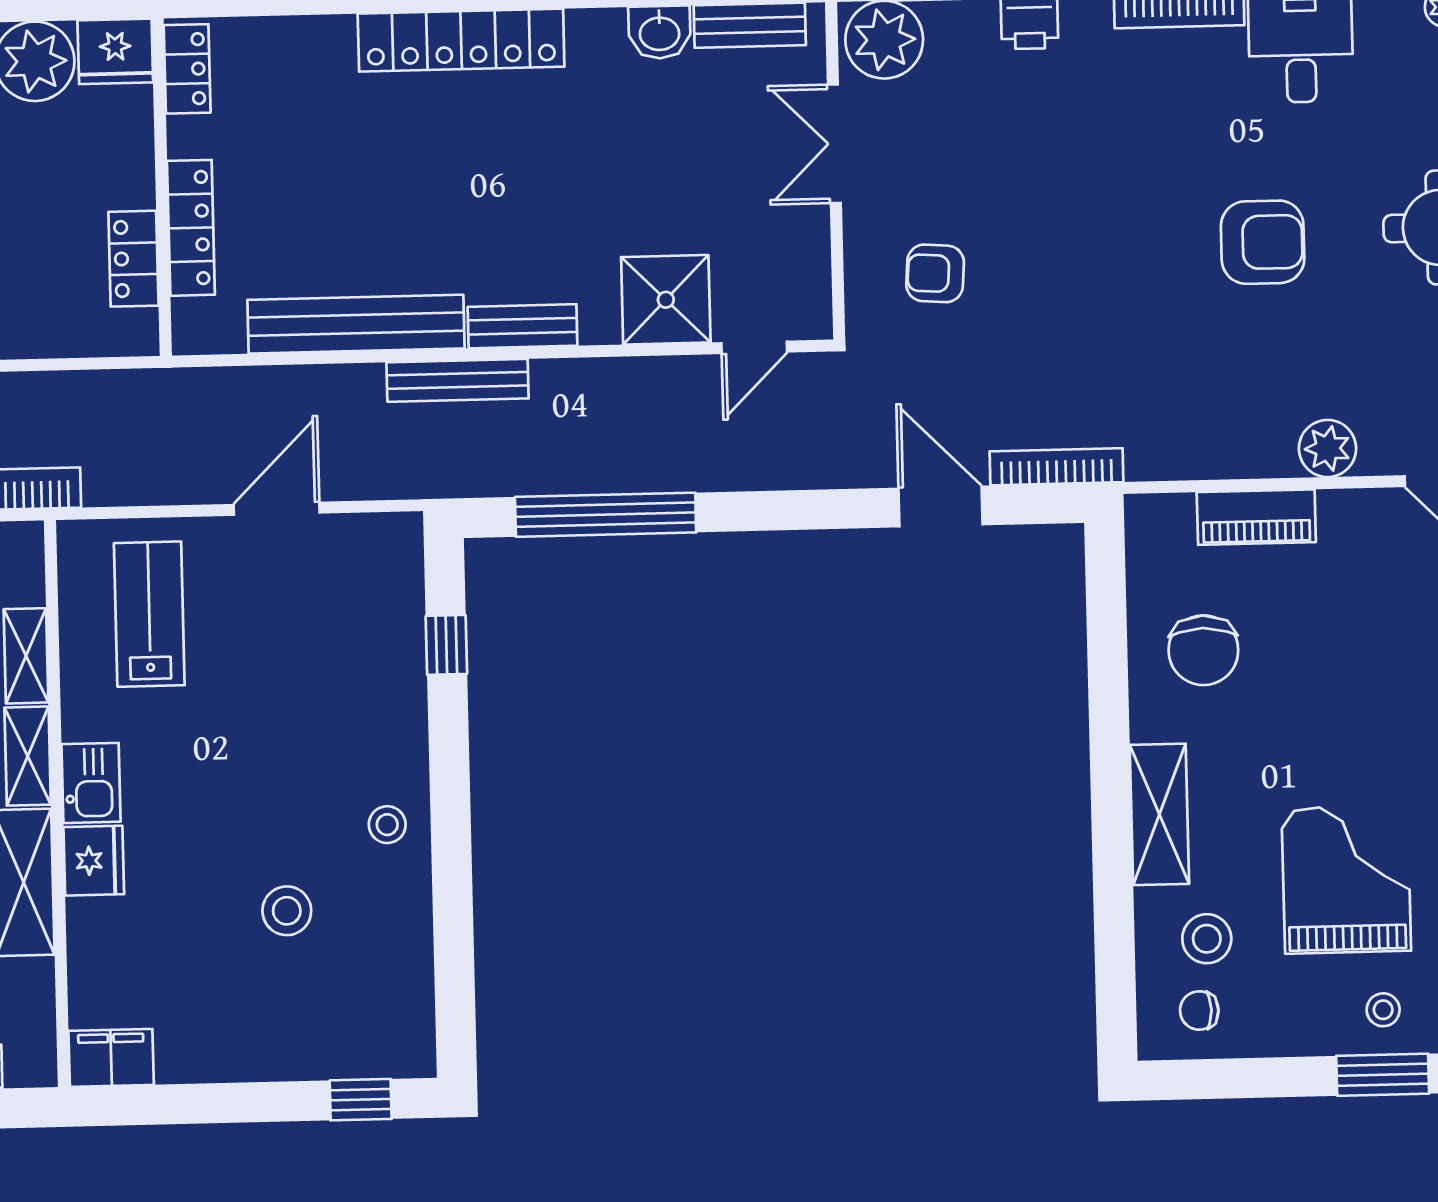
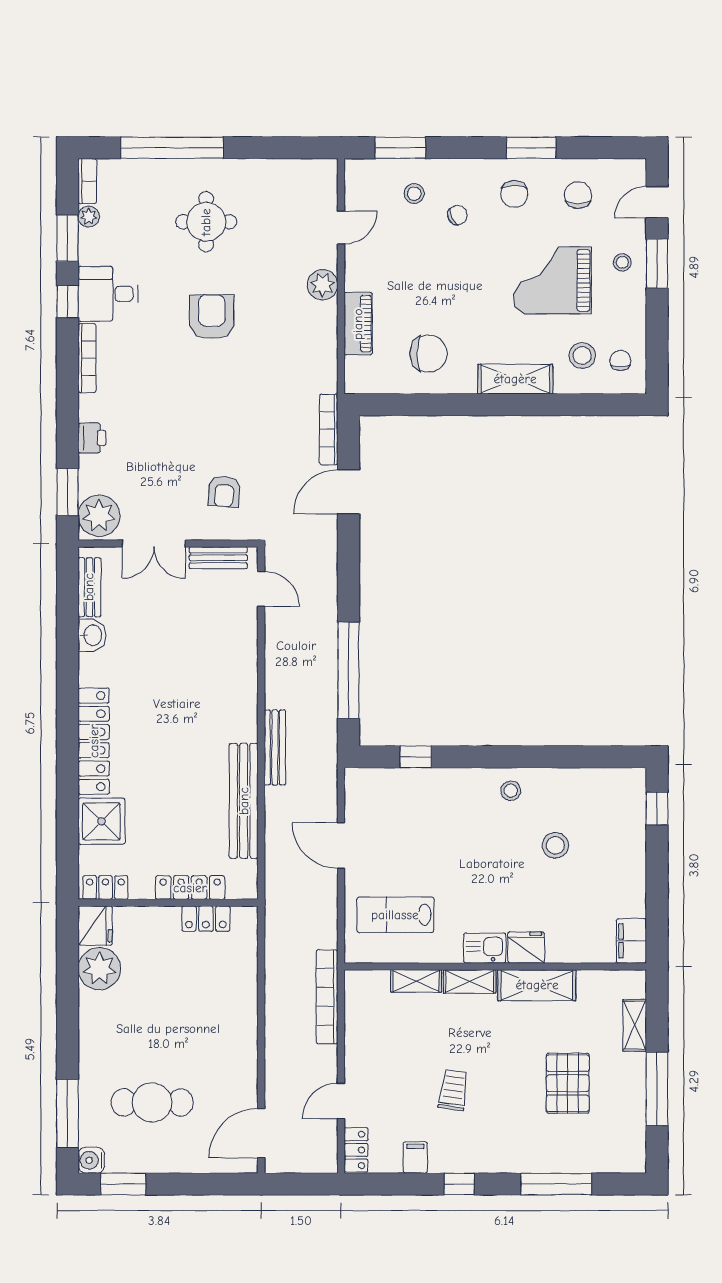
shower: (666, 300) -> (101, 821), moved
bench: (523, 326) -> (218, 558), moved, turned 90
chair: (1199, 1011) -> (620, 360), turned 180

